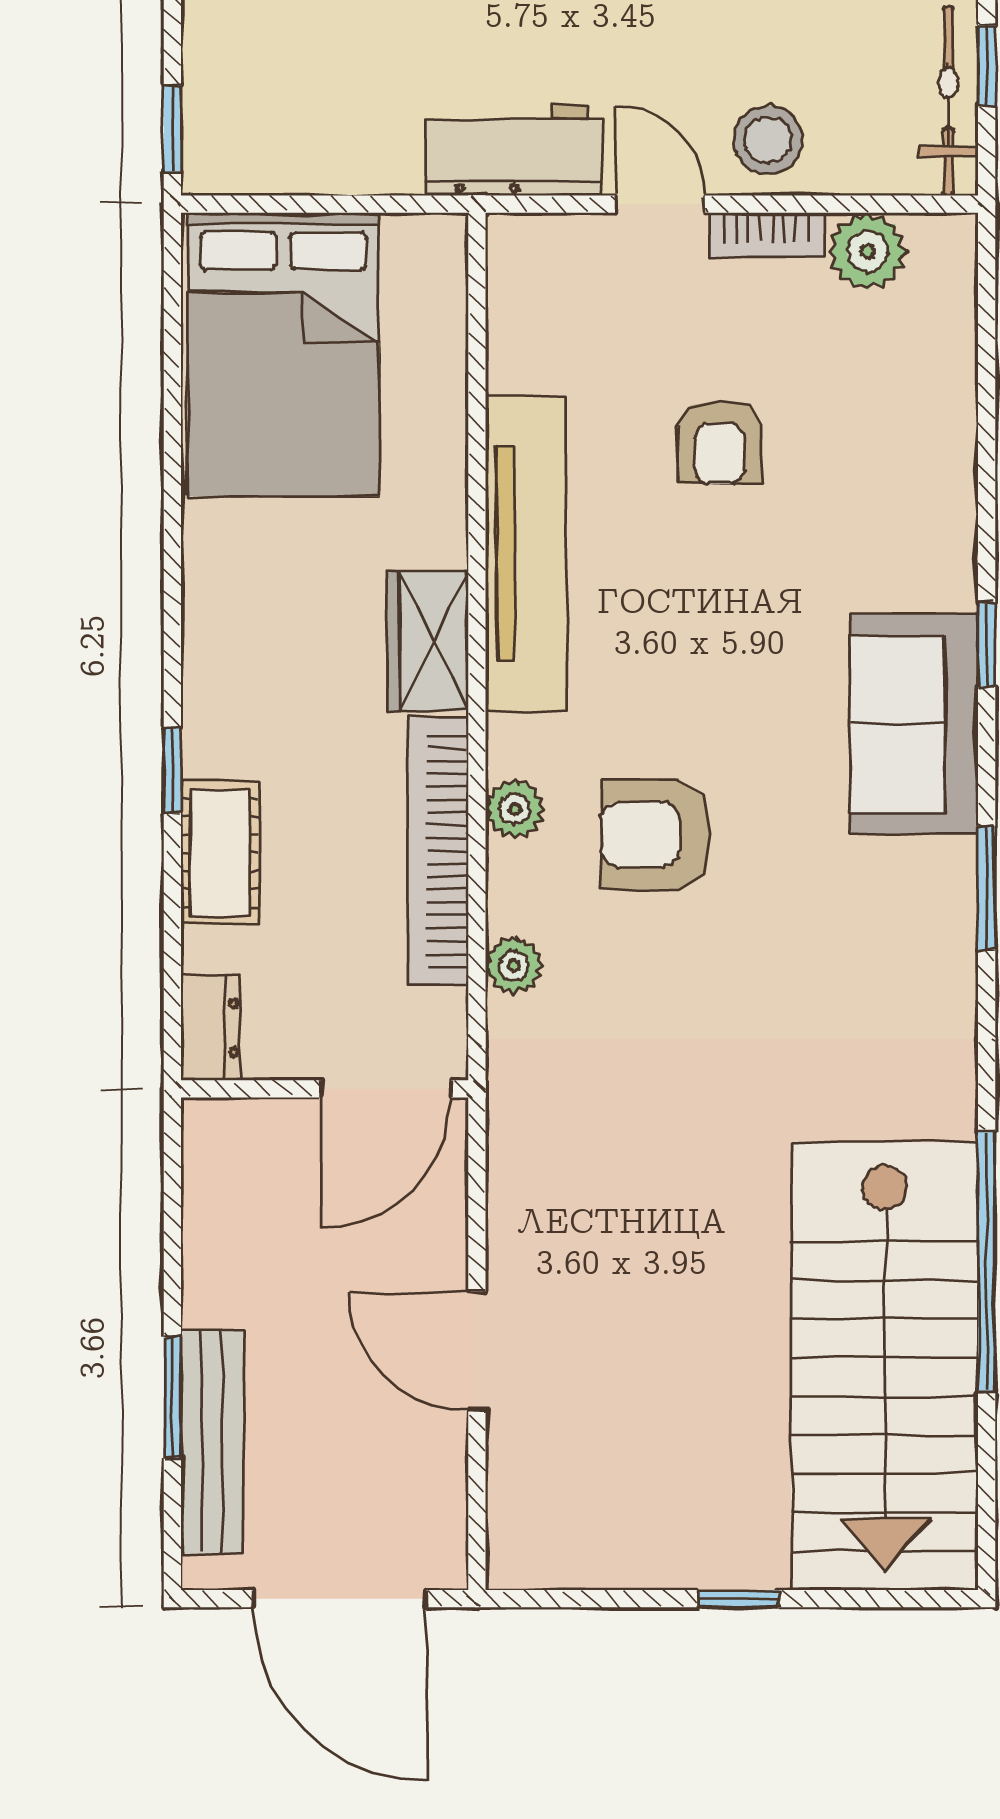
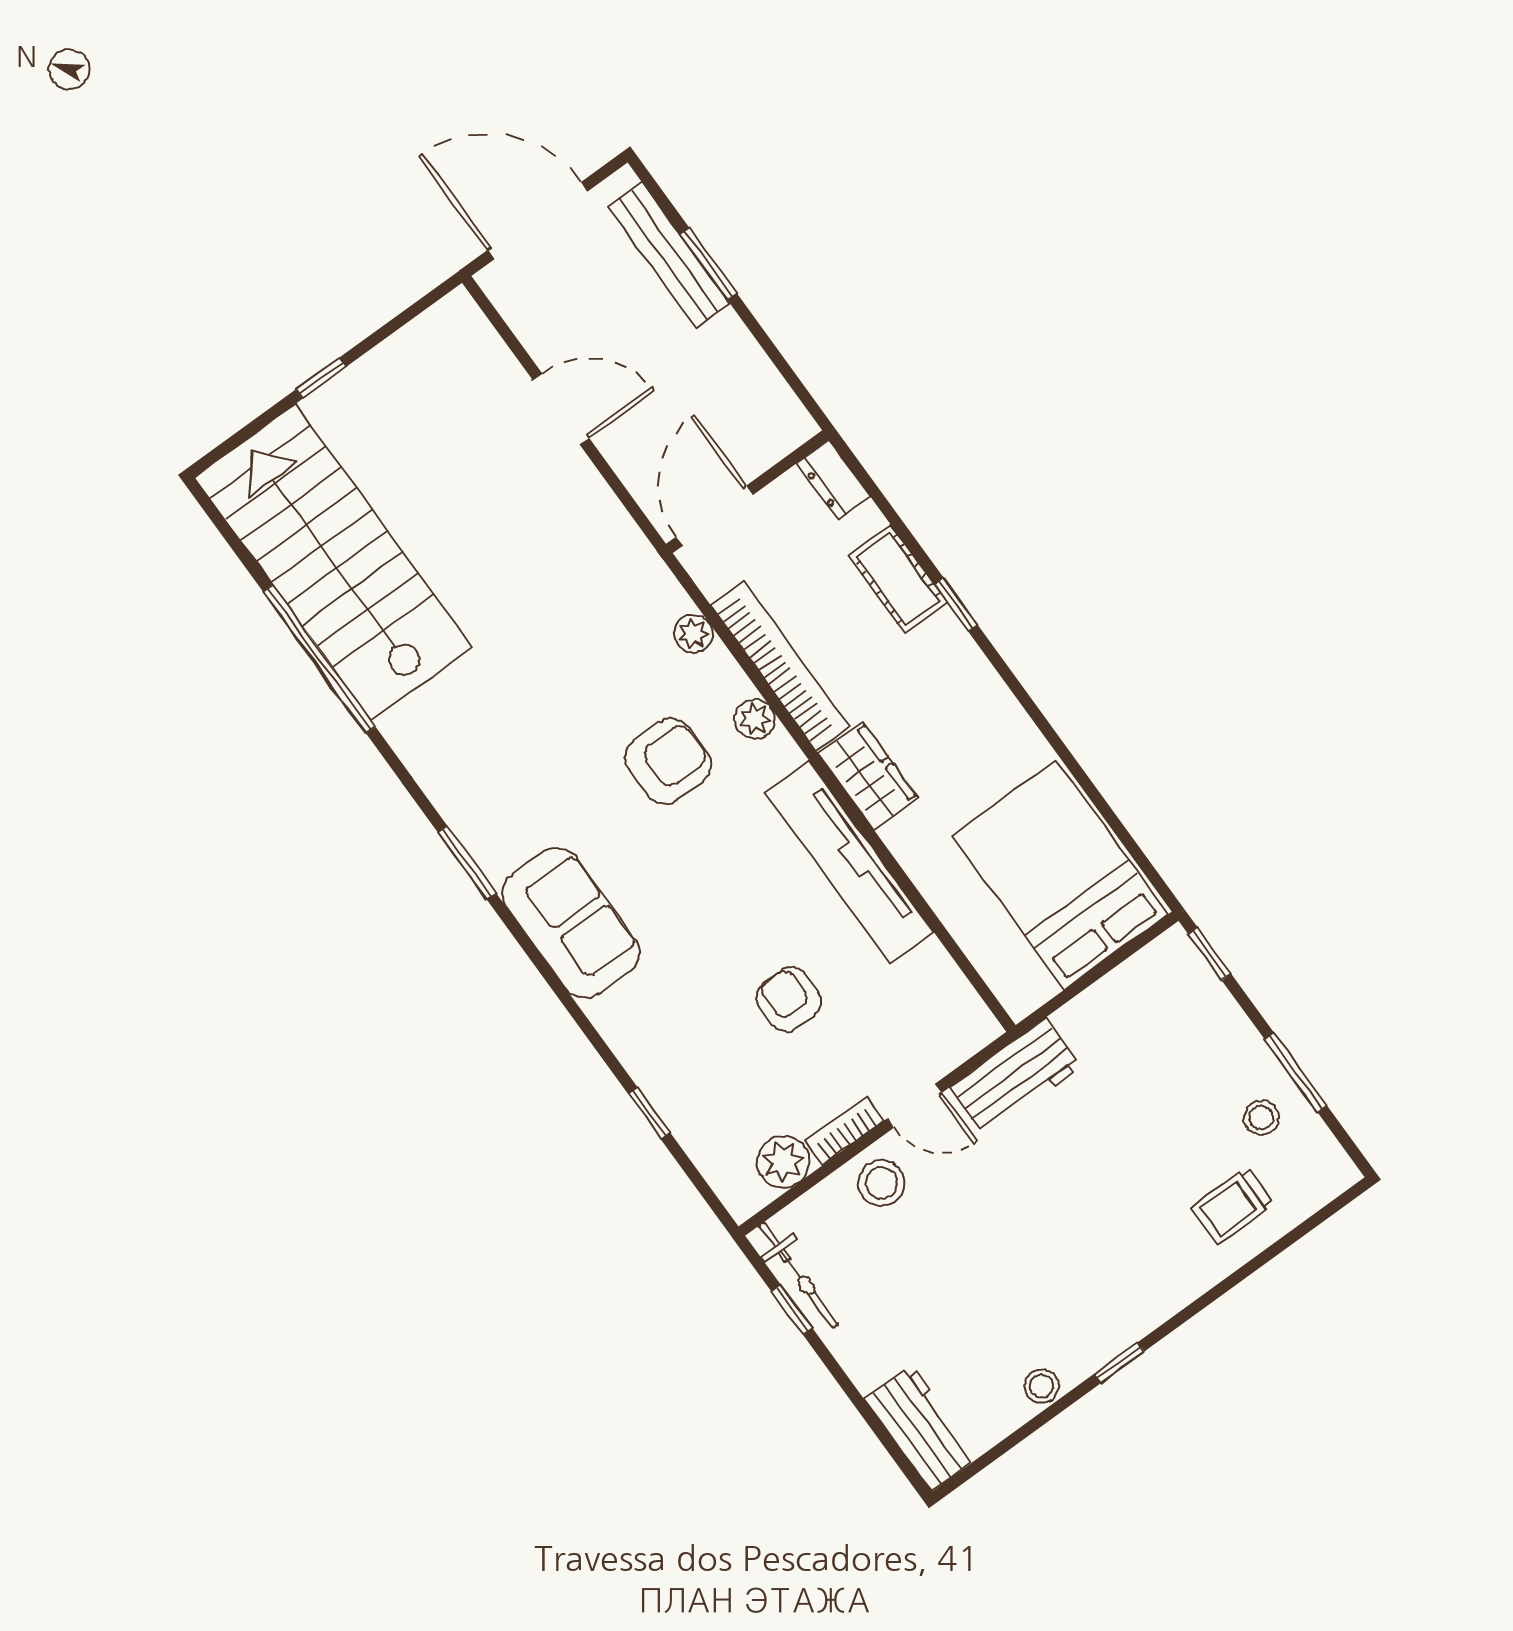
window: (987, 645) -> (649, 1113), moved

